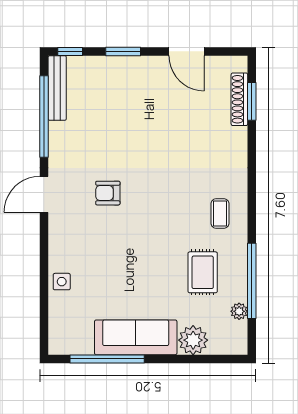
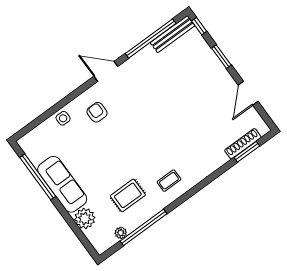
armchair: (108, 193) -> (97, 112), moved

